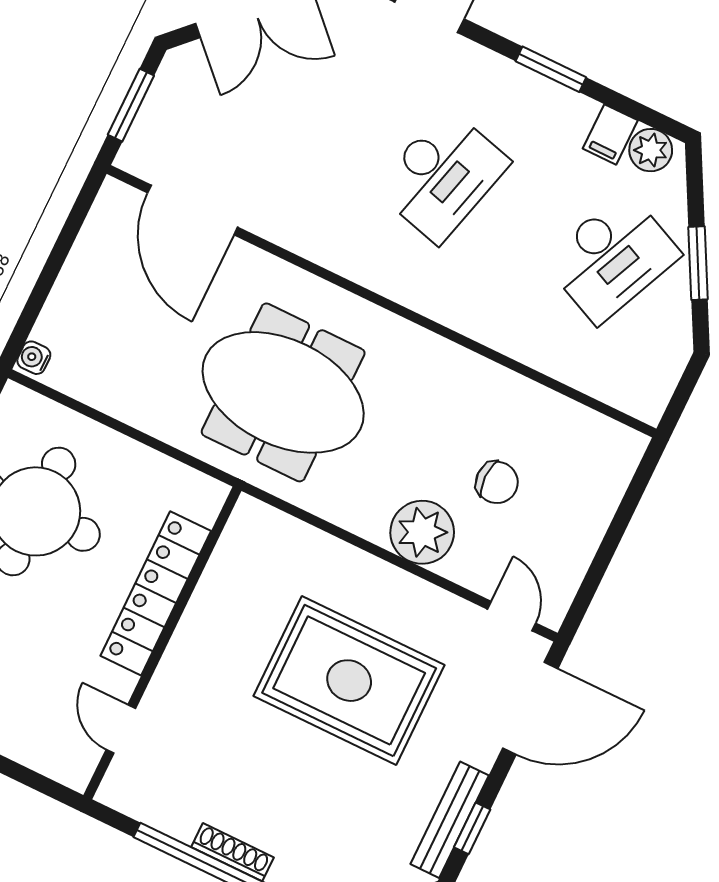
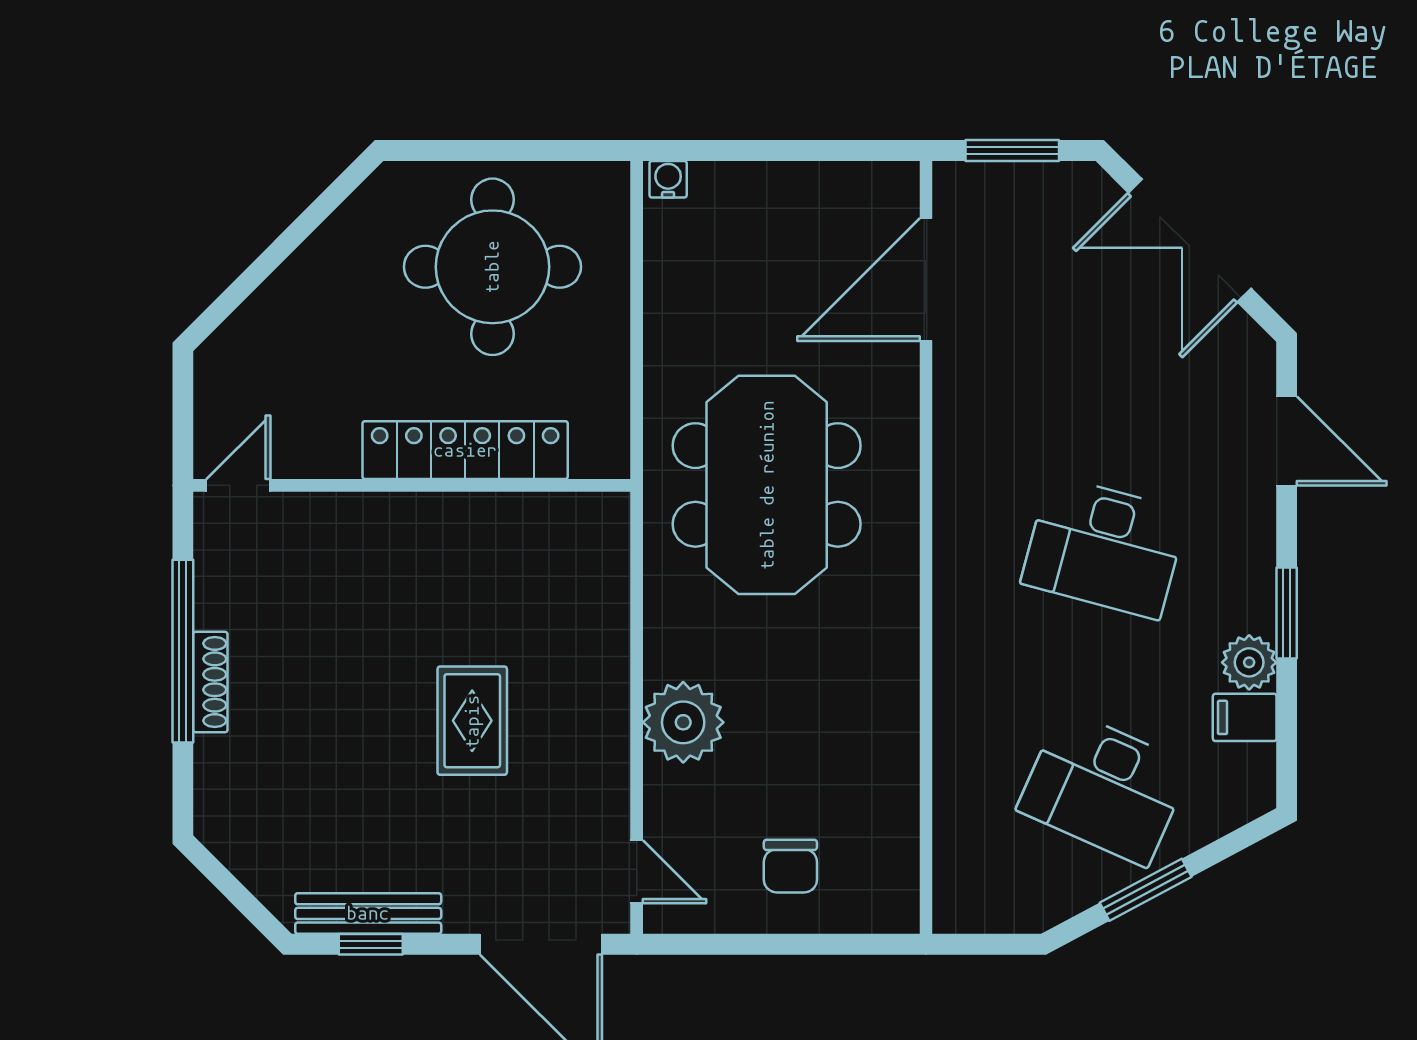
plant: (651, 150) -> (1249, 662), moved
chair: (497, 482) -> (790, 866), moved
door: (512, 616) -> (637, 872), hinge flipped
rug: (349, 681) -> (472, 721), width x0.54, depth x0.49
door: (121, 729) -> (238, 485), moved

